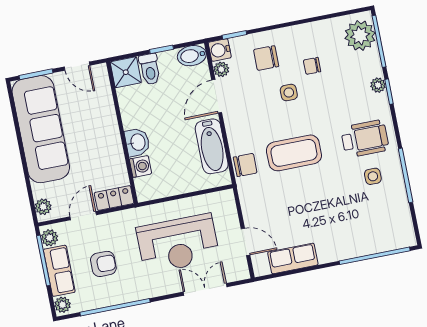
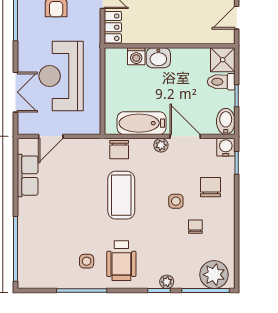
plant: (221, 69) -> (161, 145), moved

